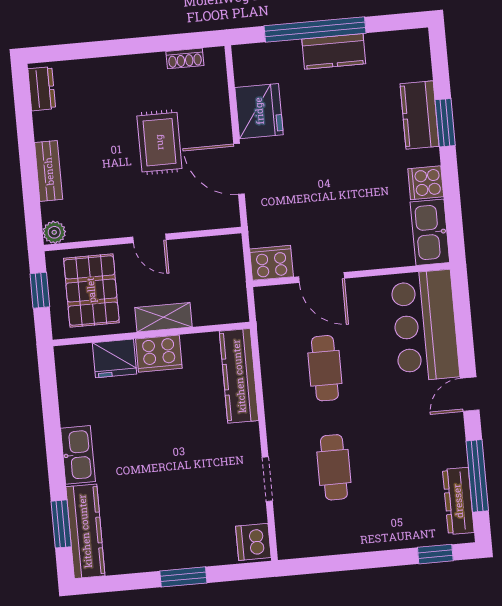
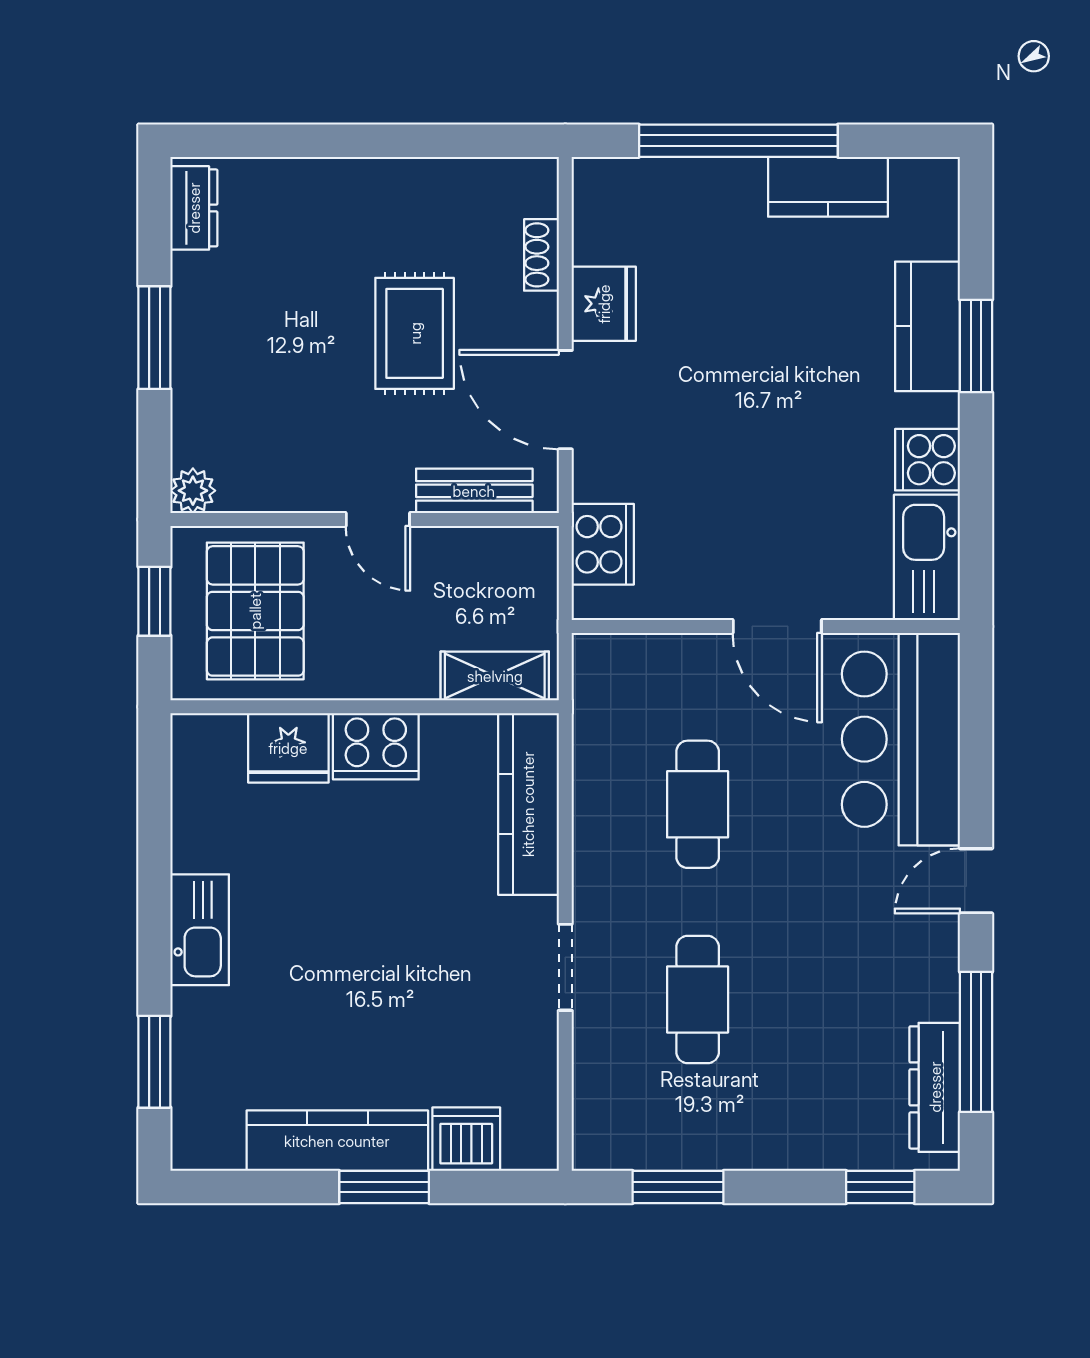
kitchen counter: (334, 51) -> (828, 187), moved
shoe rack: (185, 58) -> (541, 255), moved, turned 90
fridge: (259, 111) -> (604, 304), width x0.73, depth x0.75
window: (28, 156) -> (154, 338), added
bench: (49, 171) -> (474, 491), moved, turned 90
cooker: (271, 263) -> (603, 544), moved, turned 90
door: (322, 277) -> (777, 626), moved
shelving: (163, 317) -> (495, 676), moved
doorway: (267, 479) -> (565, 967), moved
kitchen counter: (85, 531) -> (337, 1141), moved, turned -90
dishwasher: (253, 542) -> (466, 1139), moved, turned 90
window: (333, 563) -> (678, 1187), added

